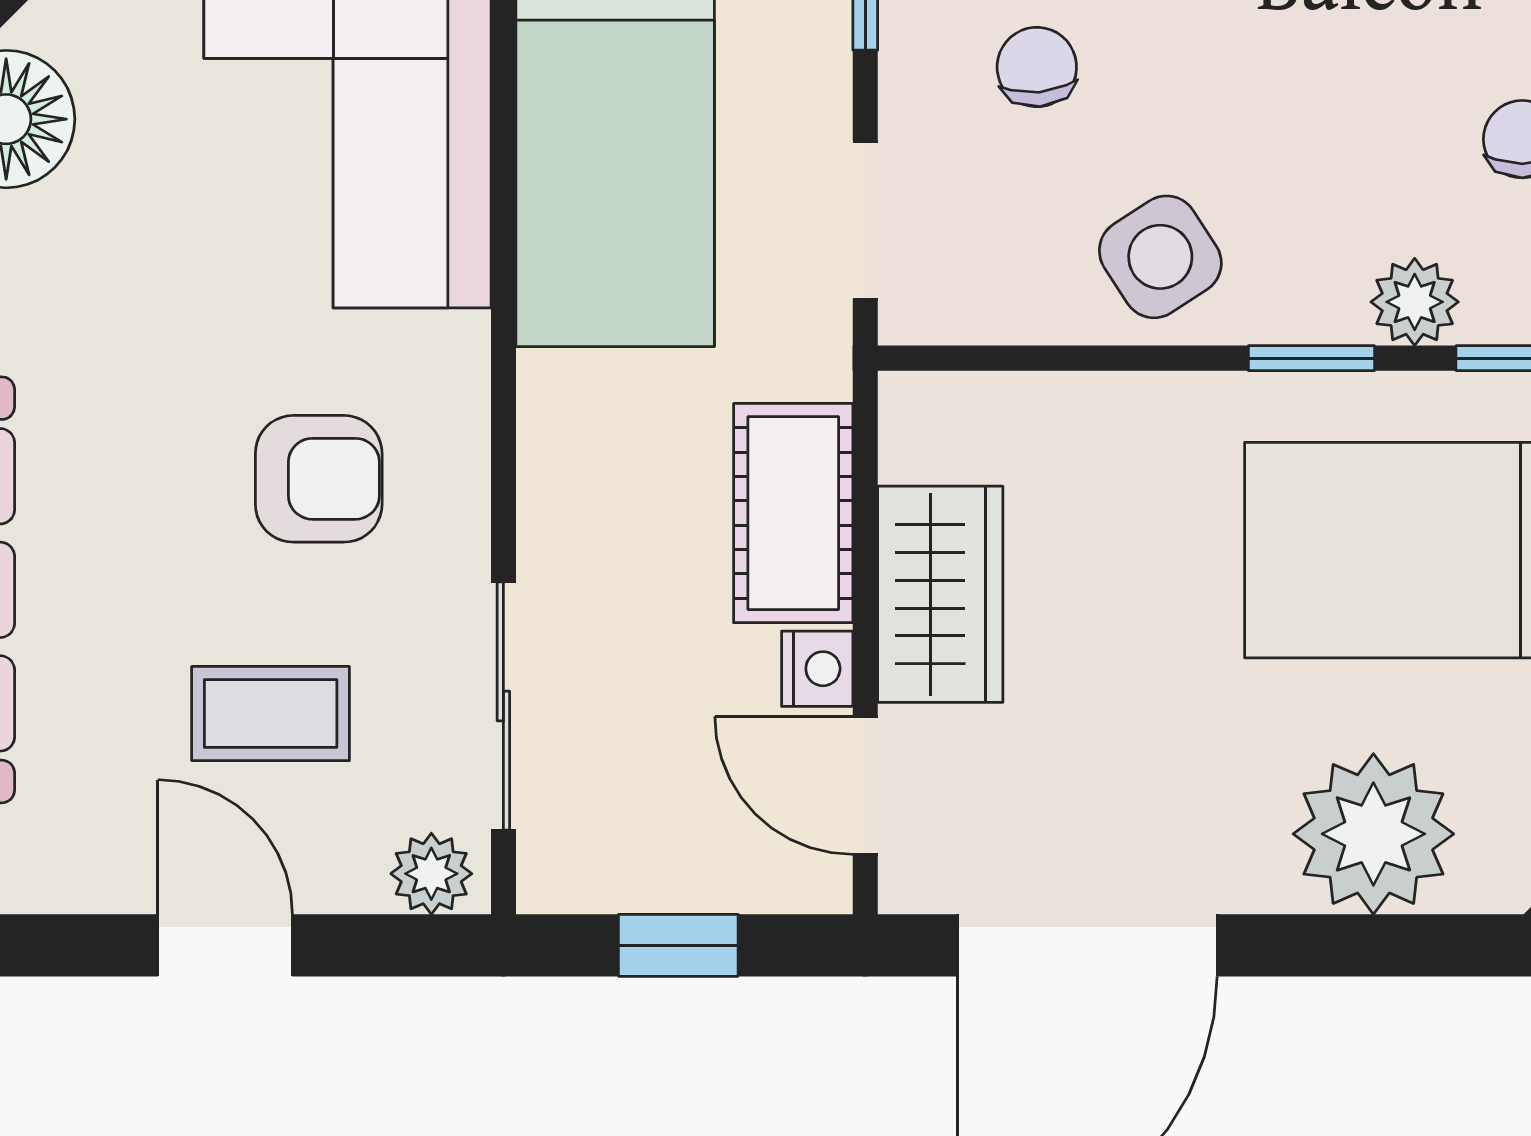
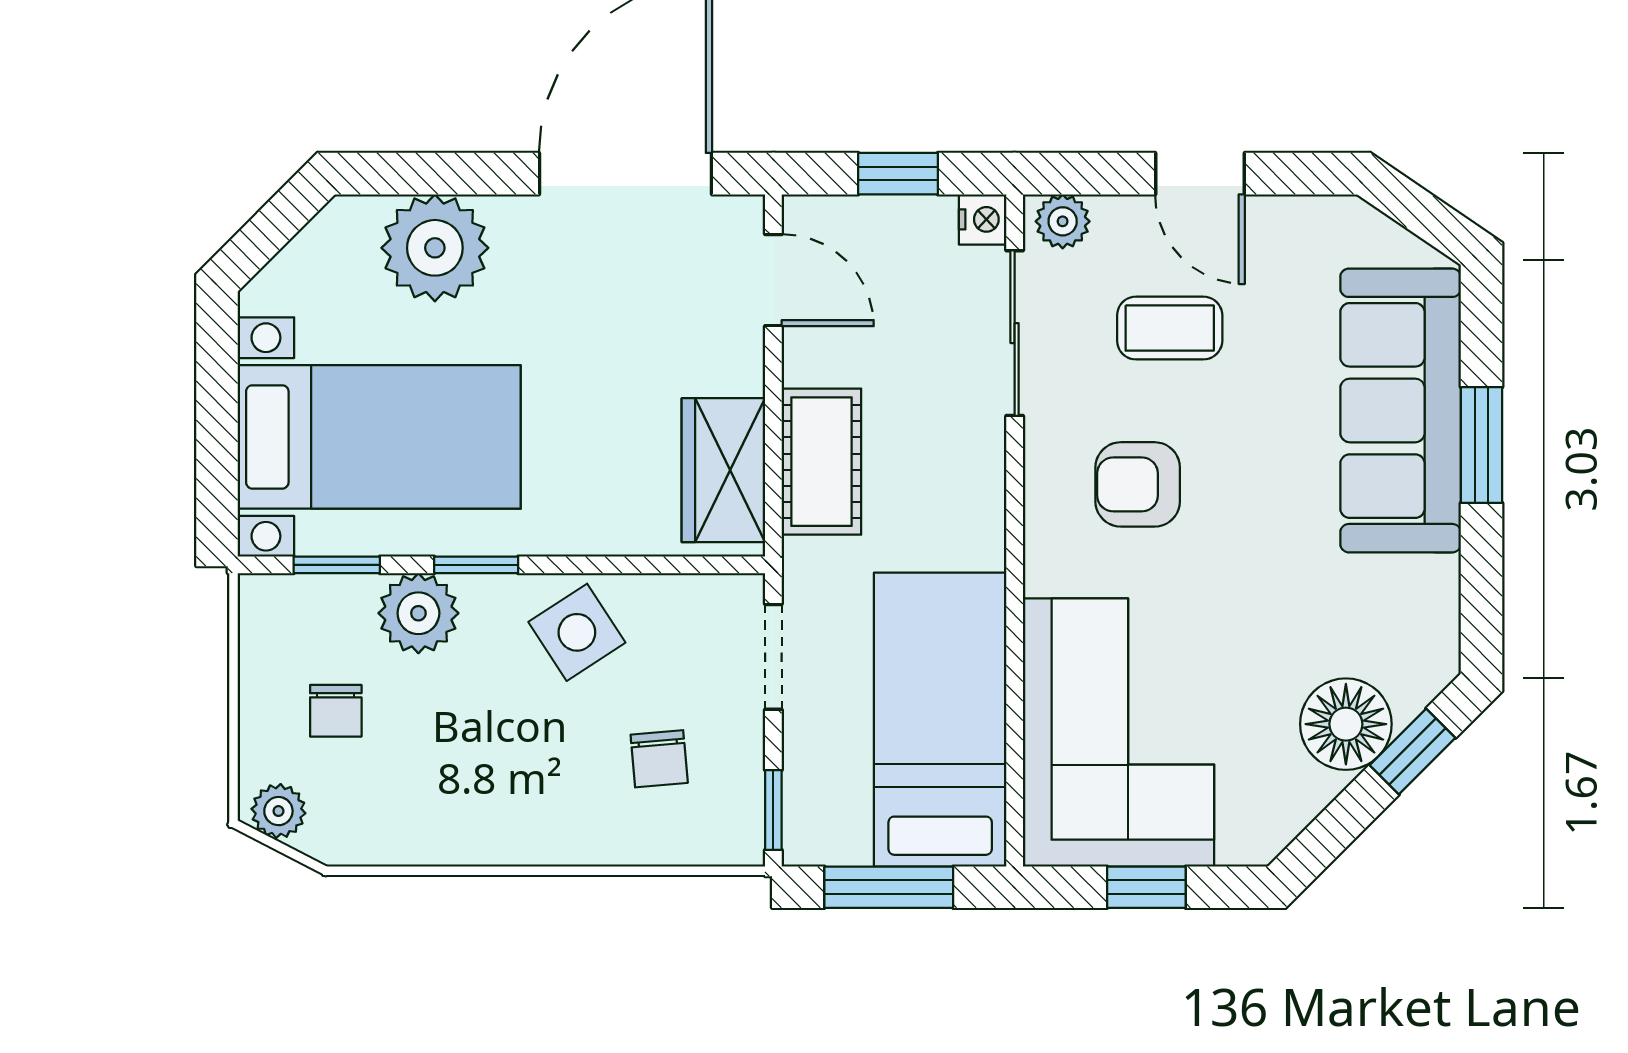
plant: (1415, 302) -> (418, 613), width x1.38, depth x1.38
wardrobe: (940, 594) -> (723, 470), moved
nightstand: (817, 669) -> (983, 219), moved, turned 180

